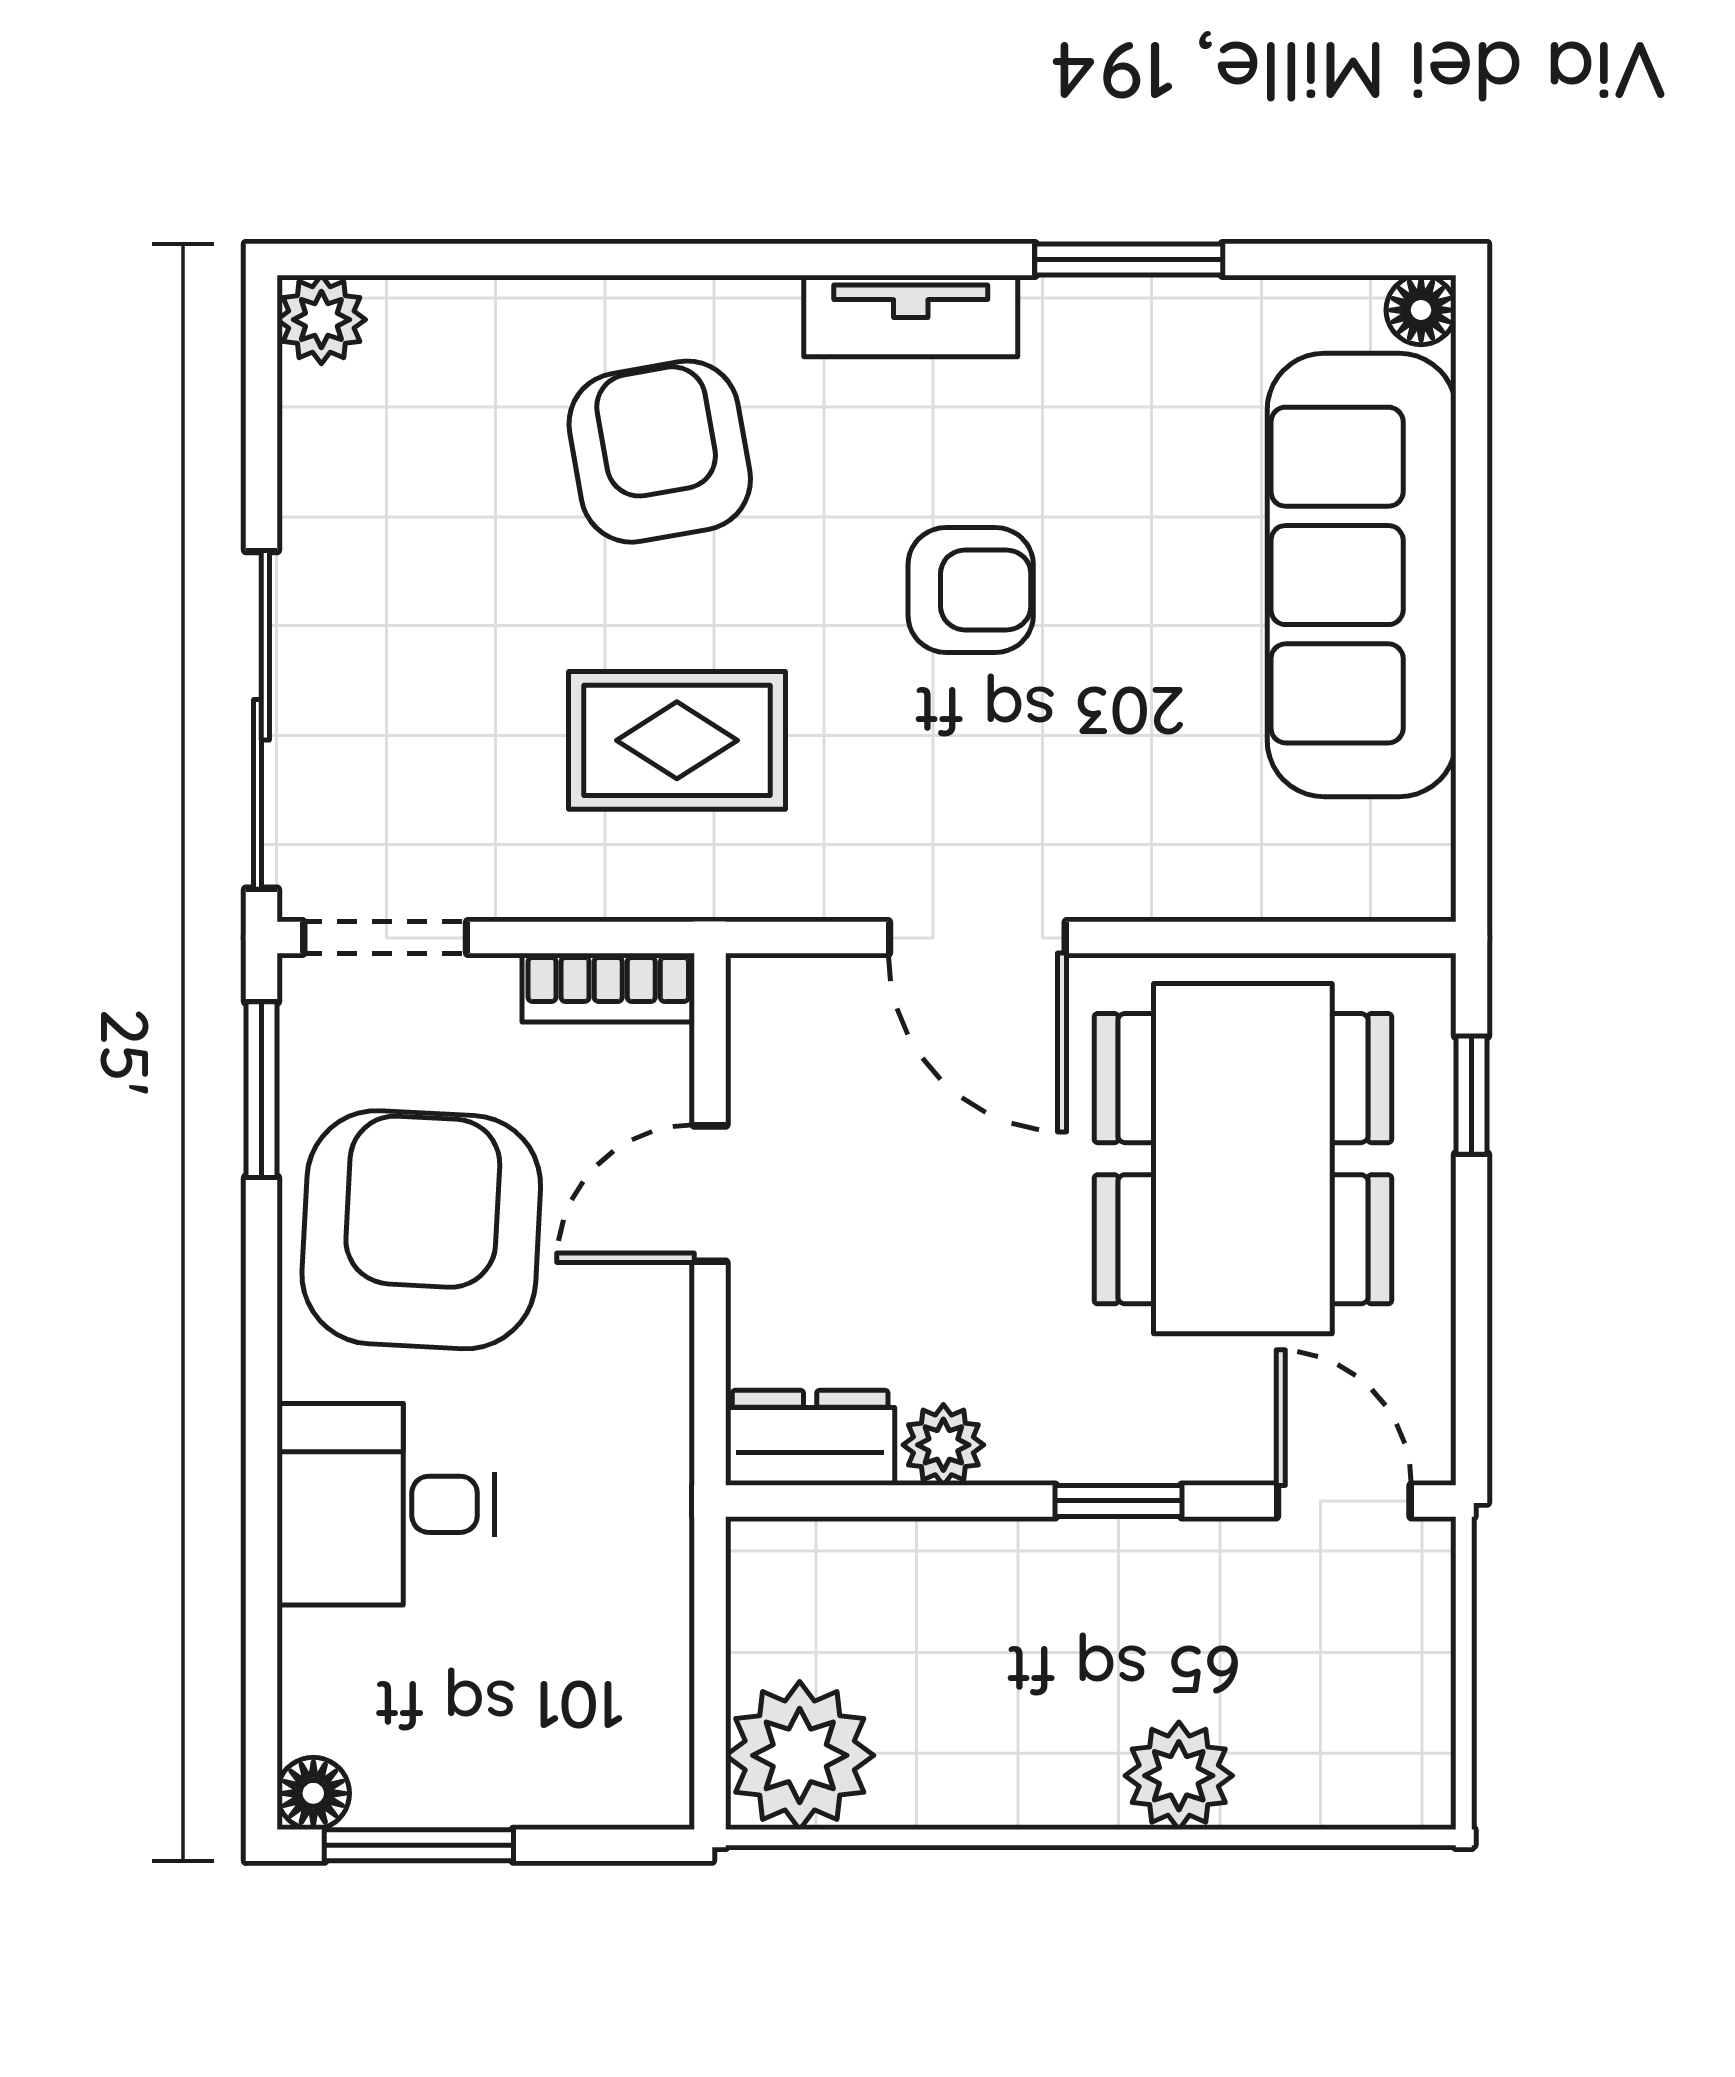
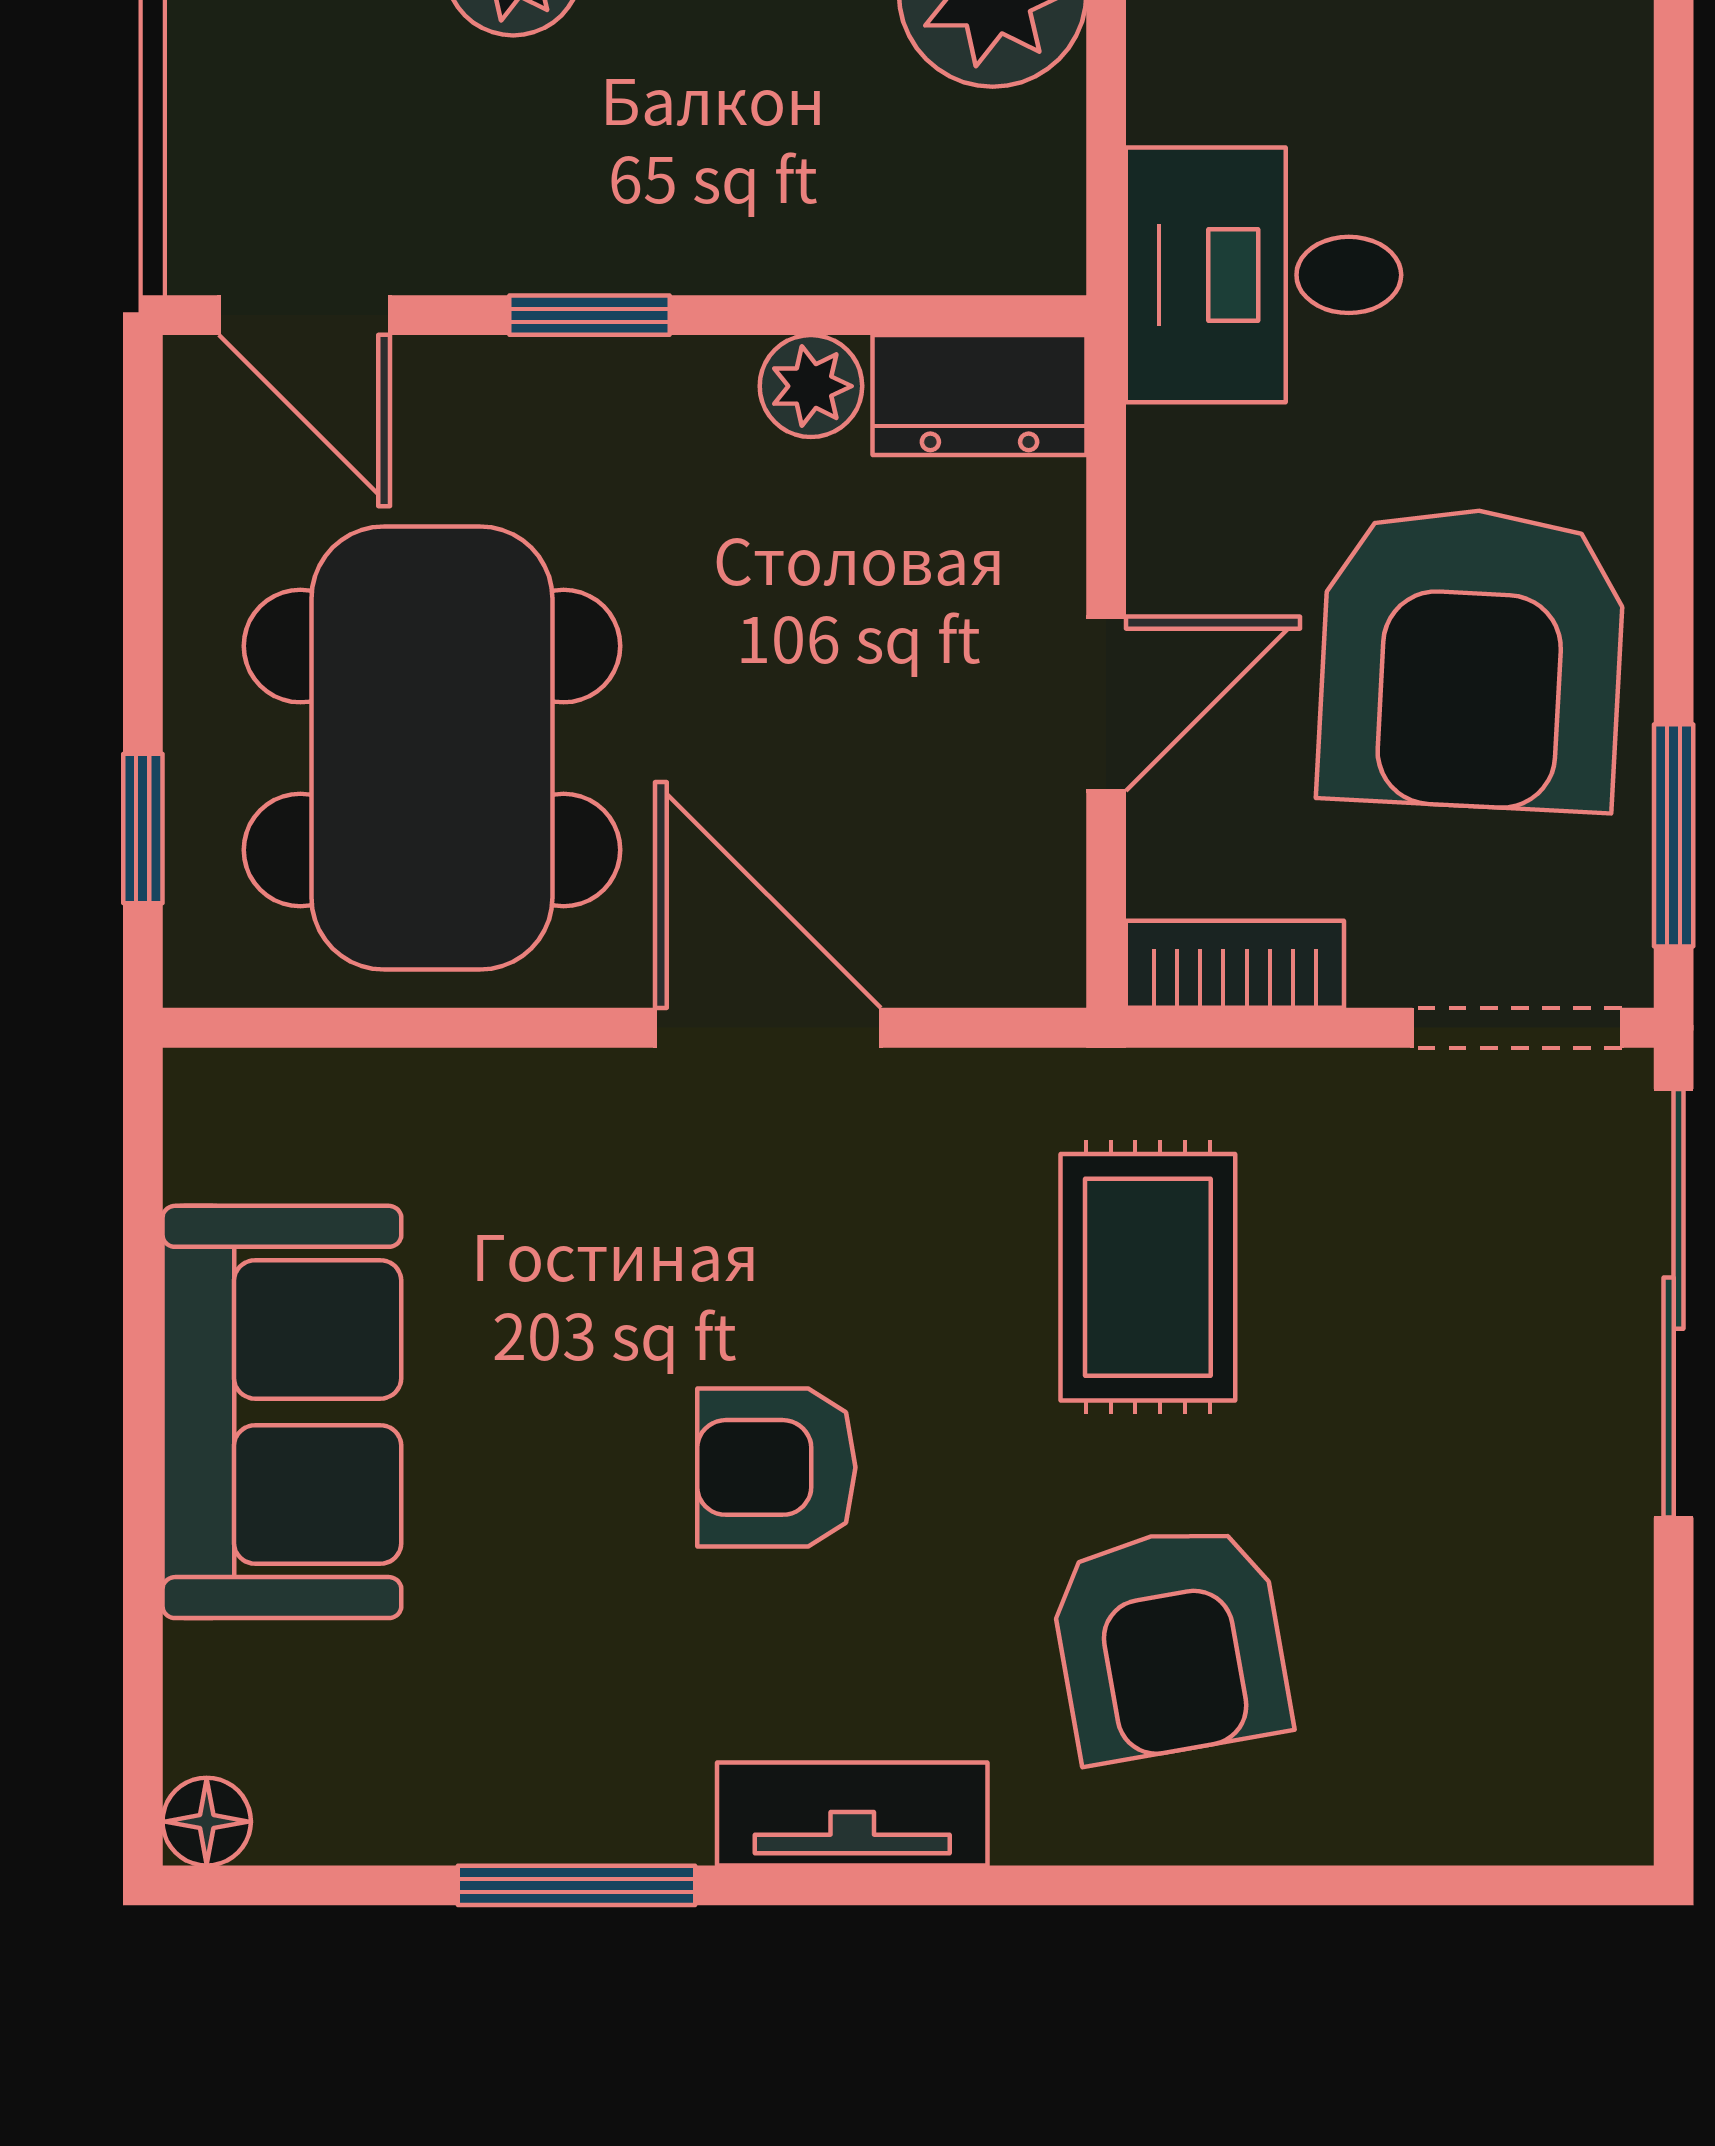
plant: (321, 320) -> (1598, 1810), removed
sofa: (1362, 575) -> (282, 1412), width x0.73
rug: (677, 740) -> (1148, 1277), turned 90
desk: (386, 1504) -> (1264, 275), moved, turned 180

